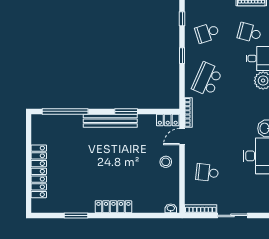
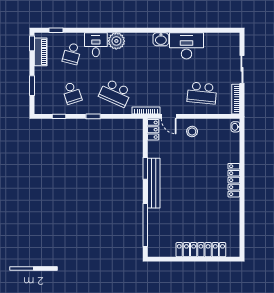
school desk: (207, 173) -> (202, 93), width x1.85
window: (76, 215) -> (242, 215), removed

